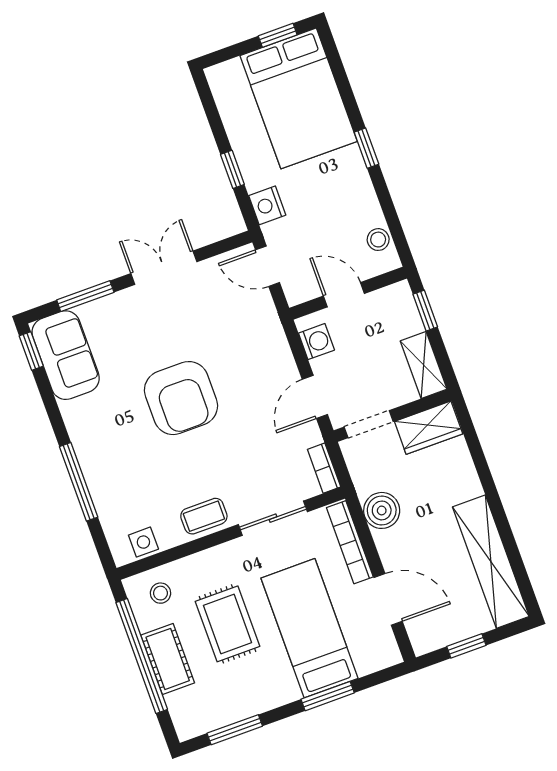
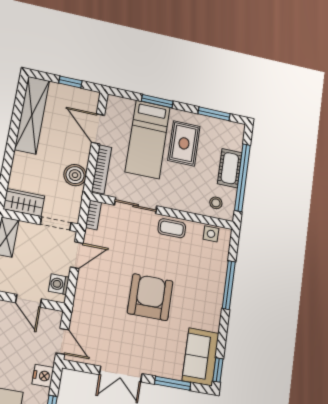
rug: (227, 624) -> (184, 143), moved

